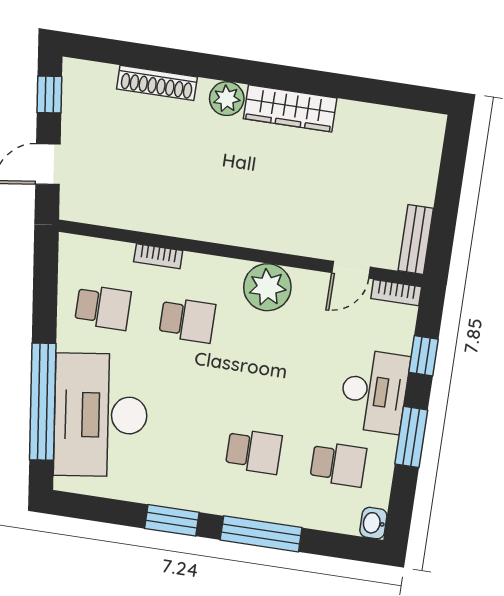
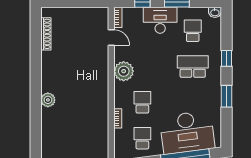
shoe rack: (157, 83) -> (46, 34), moved
wardrobe: (290, 108) -> (48, 73), removed
bench: (416, 239) -> (95, 13), removed
school desk: (254, 451) -> (193, 66), width x1.85
window: (261, 534) -> (226, 58), width x0.46

